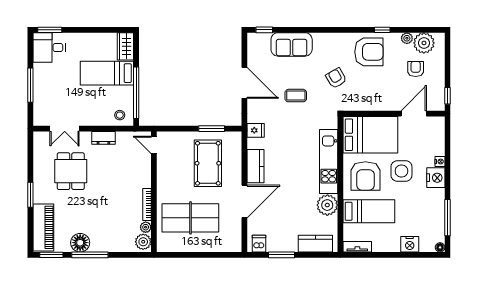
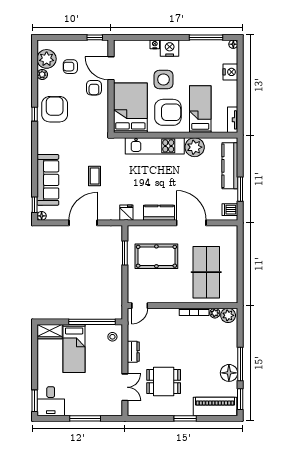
window: (382, 30) -> (35, 114), moved
floor lamp: (252, 38) -> (42, 216), added
sofa: (292, 44) -> (48, 180), width x1.36
armchair: (336, 78) -> (94, 88), moved, turned -60
kitchen counter: (315, 244) -> (230, 166), width x1.50

